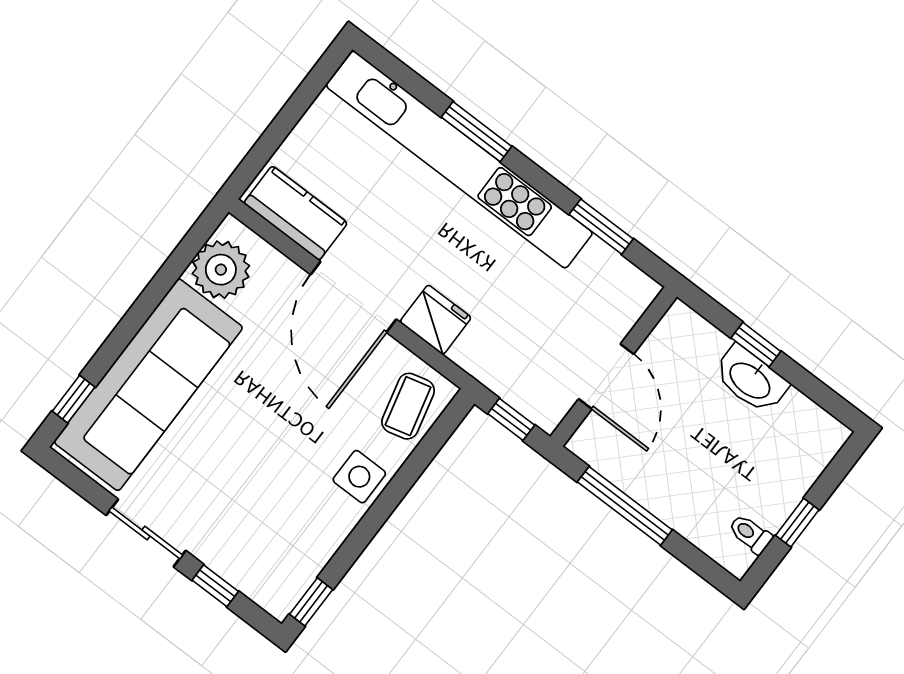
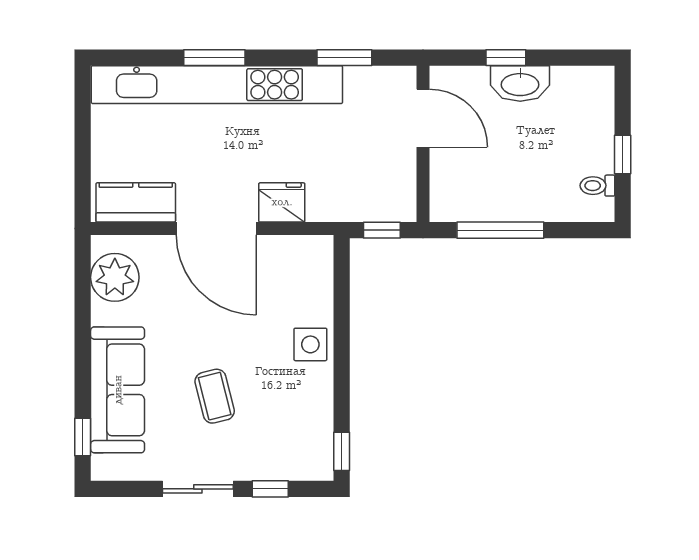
door: (606, 377) -> (423, 118), moved
sofa: (148, 385) -> (118, 390), width x0.74, depth x0.79
coffee table: (408, 406) -> (215, 396), moved

